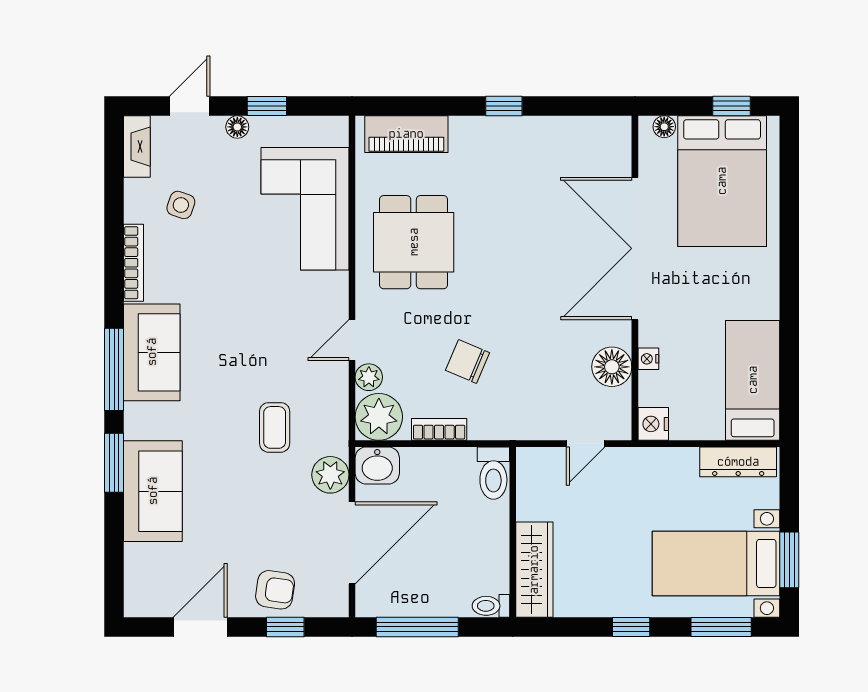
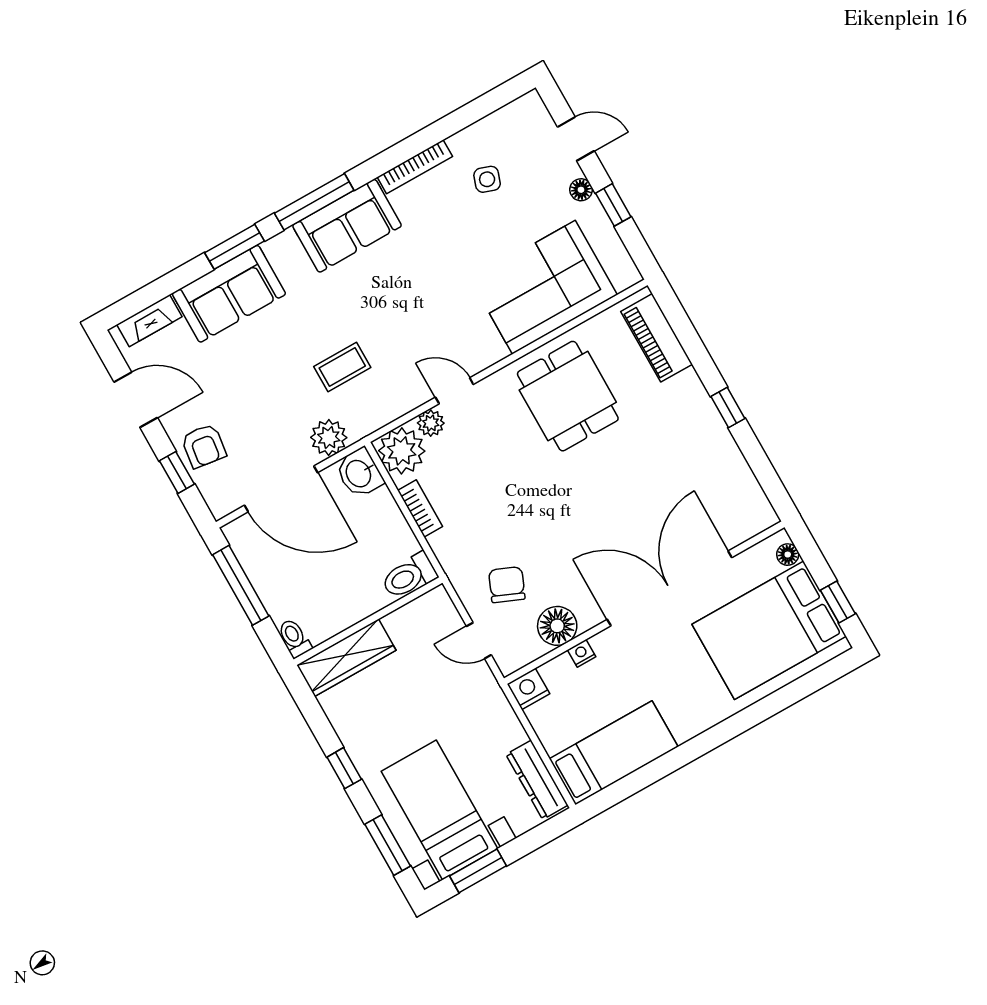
fireplace: (137, 147) -> (149, 321), moved
dining table: (414, 242) -> (568, 396), turned 90
chair: (468, 361) -> (507, 585), moved

